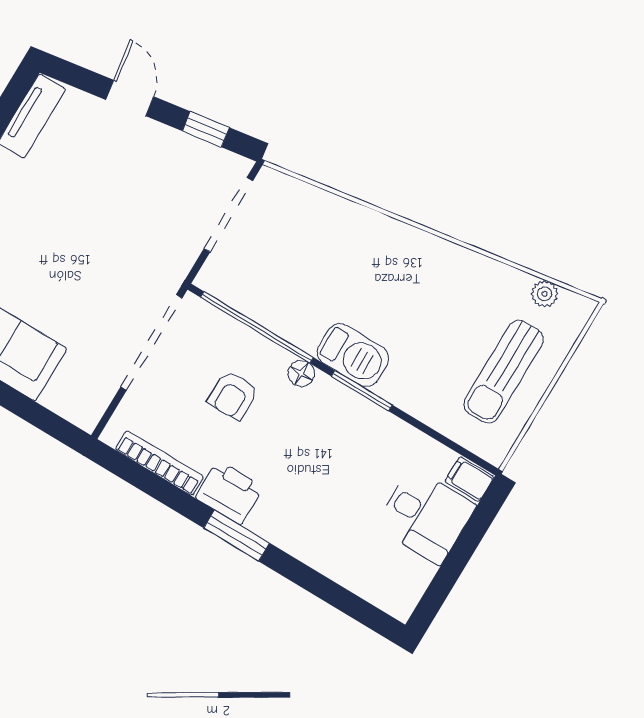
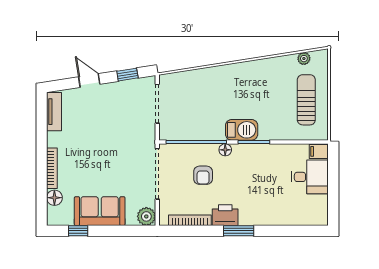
sun lounger: (504, 372) -> (306, 100), turned 180
plant: (84, 408) -> (146, 216), added

